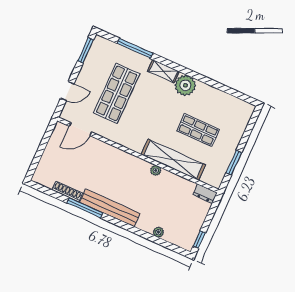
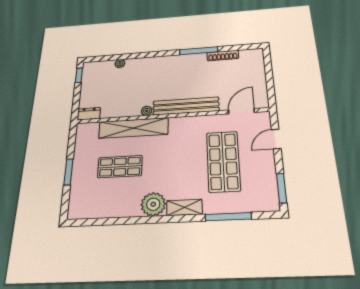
window: (234, 163) -> (68, 172), moved
bench: (110, 208) -> (186, 106), moved

